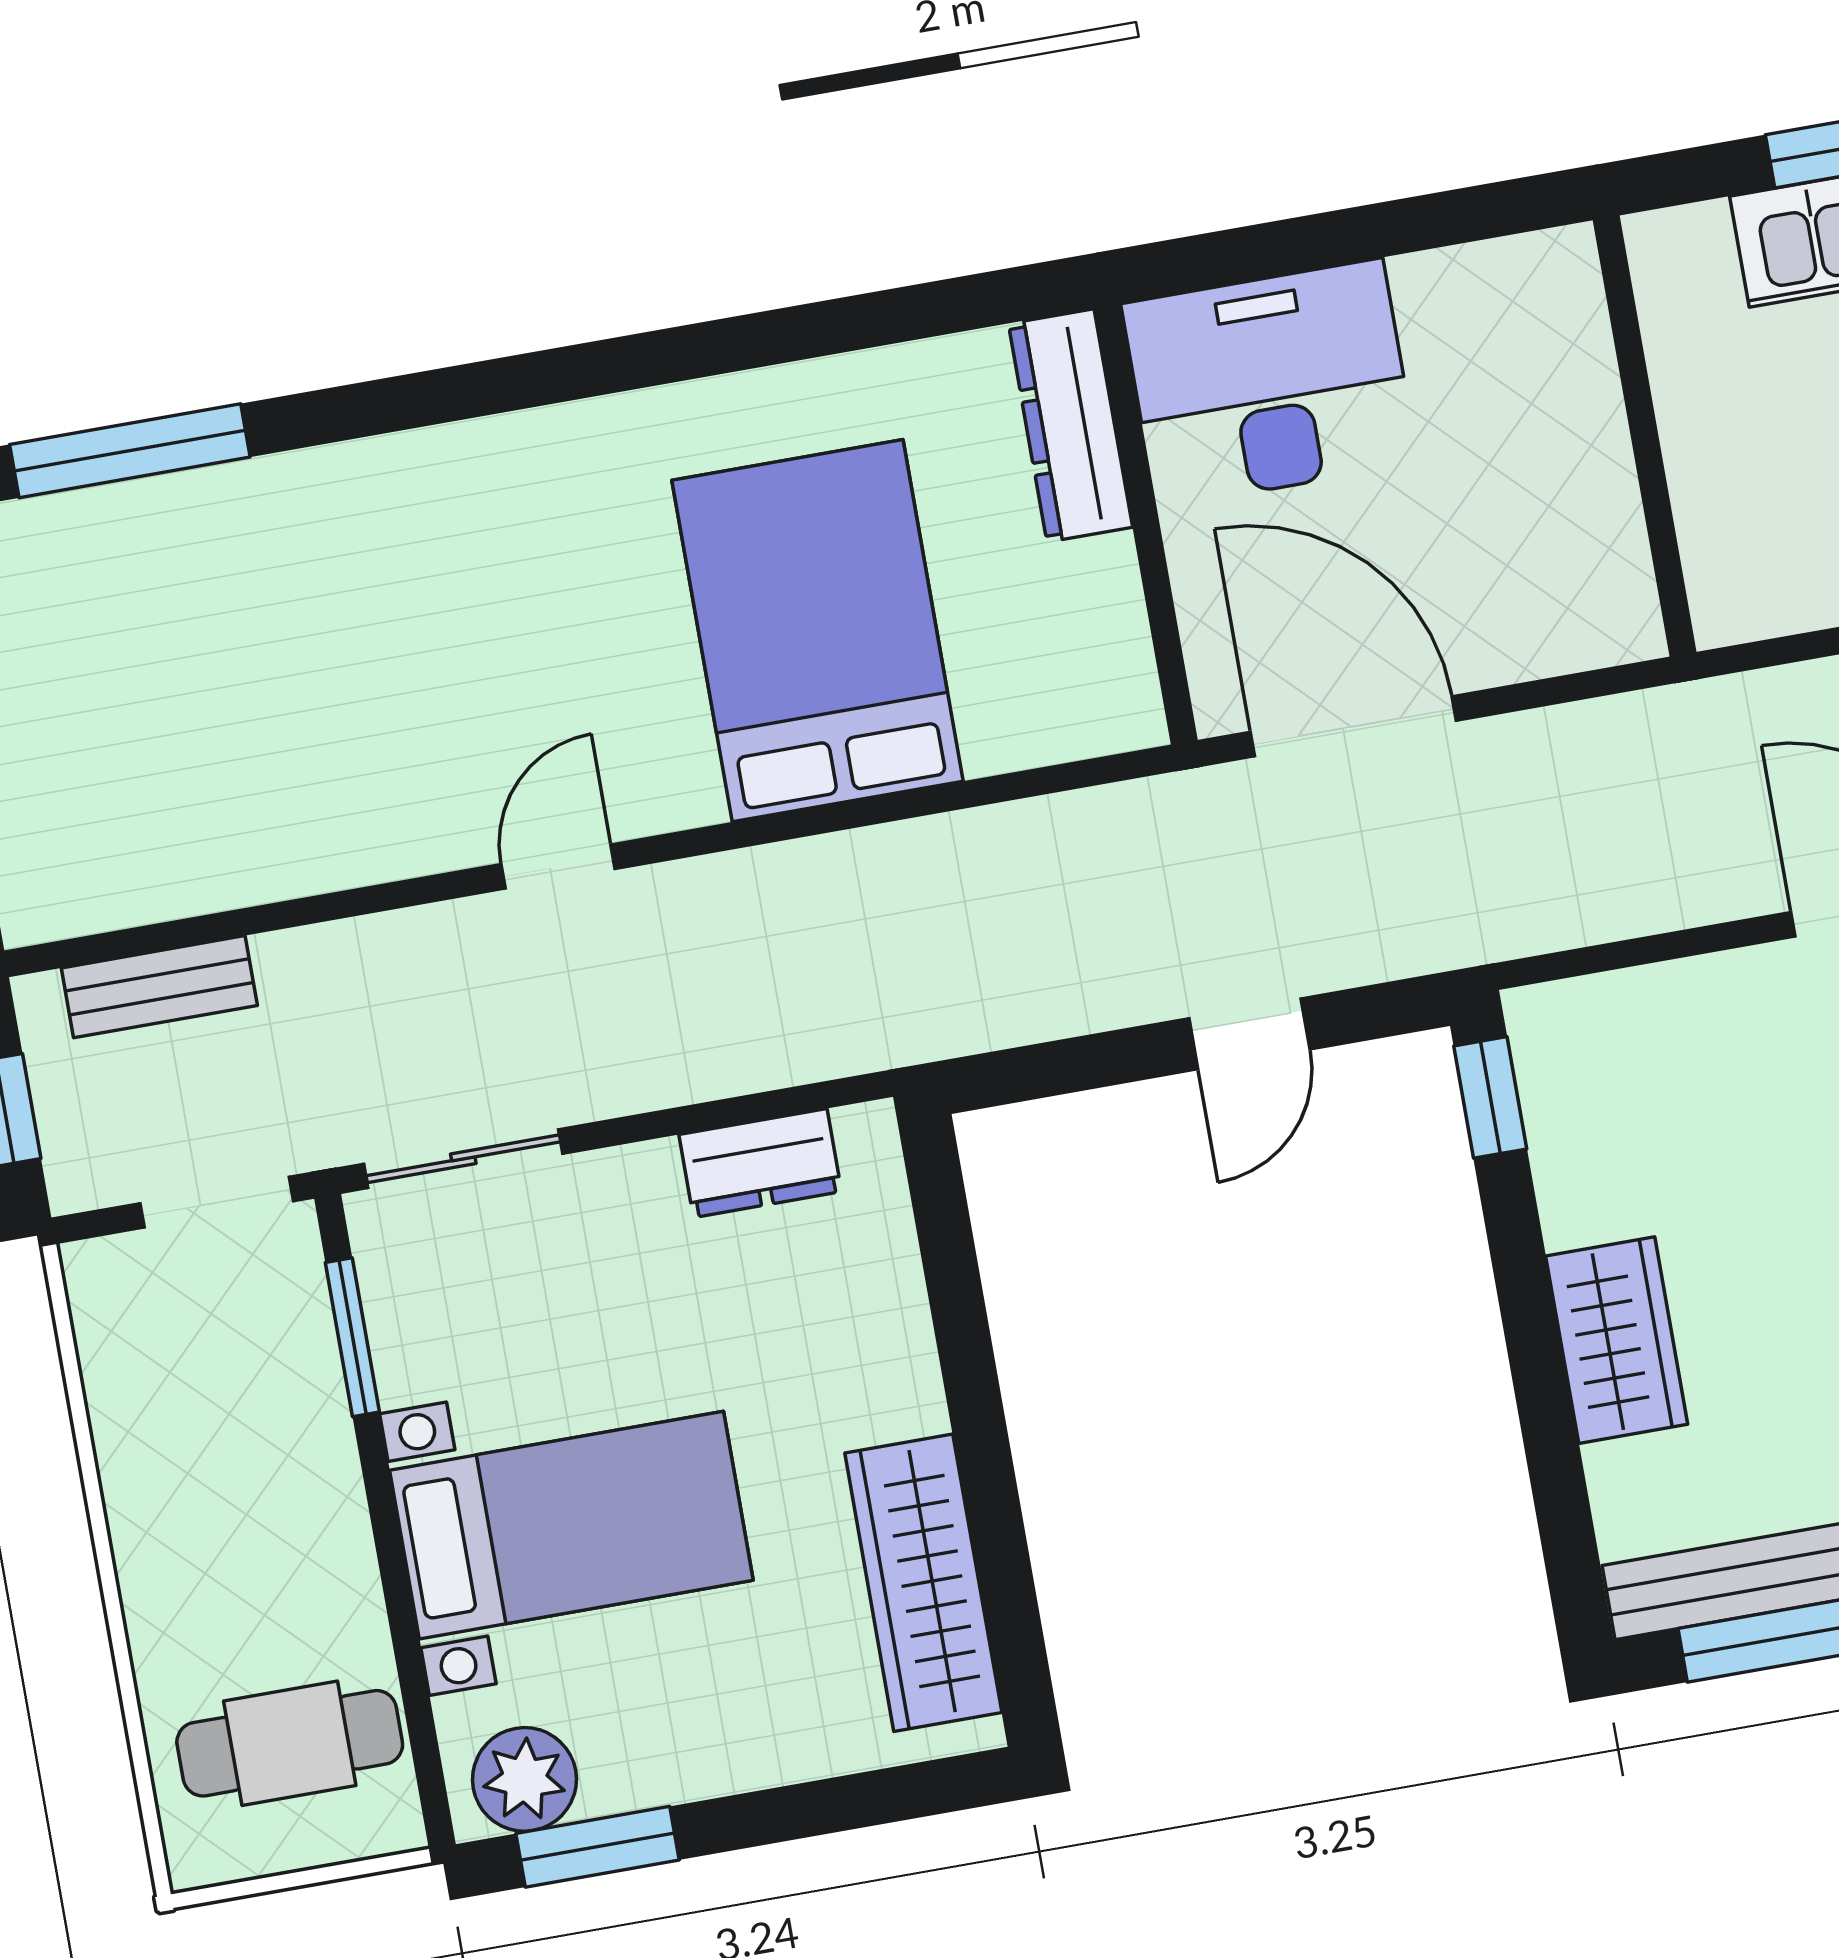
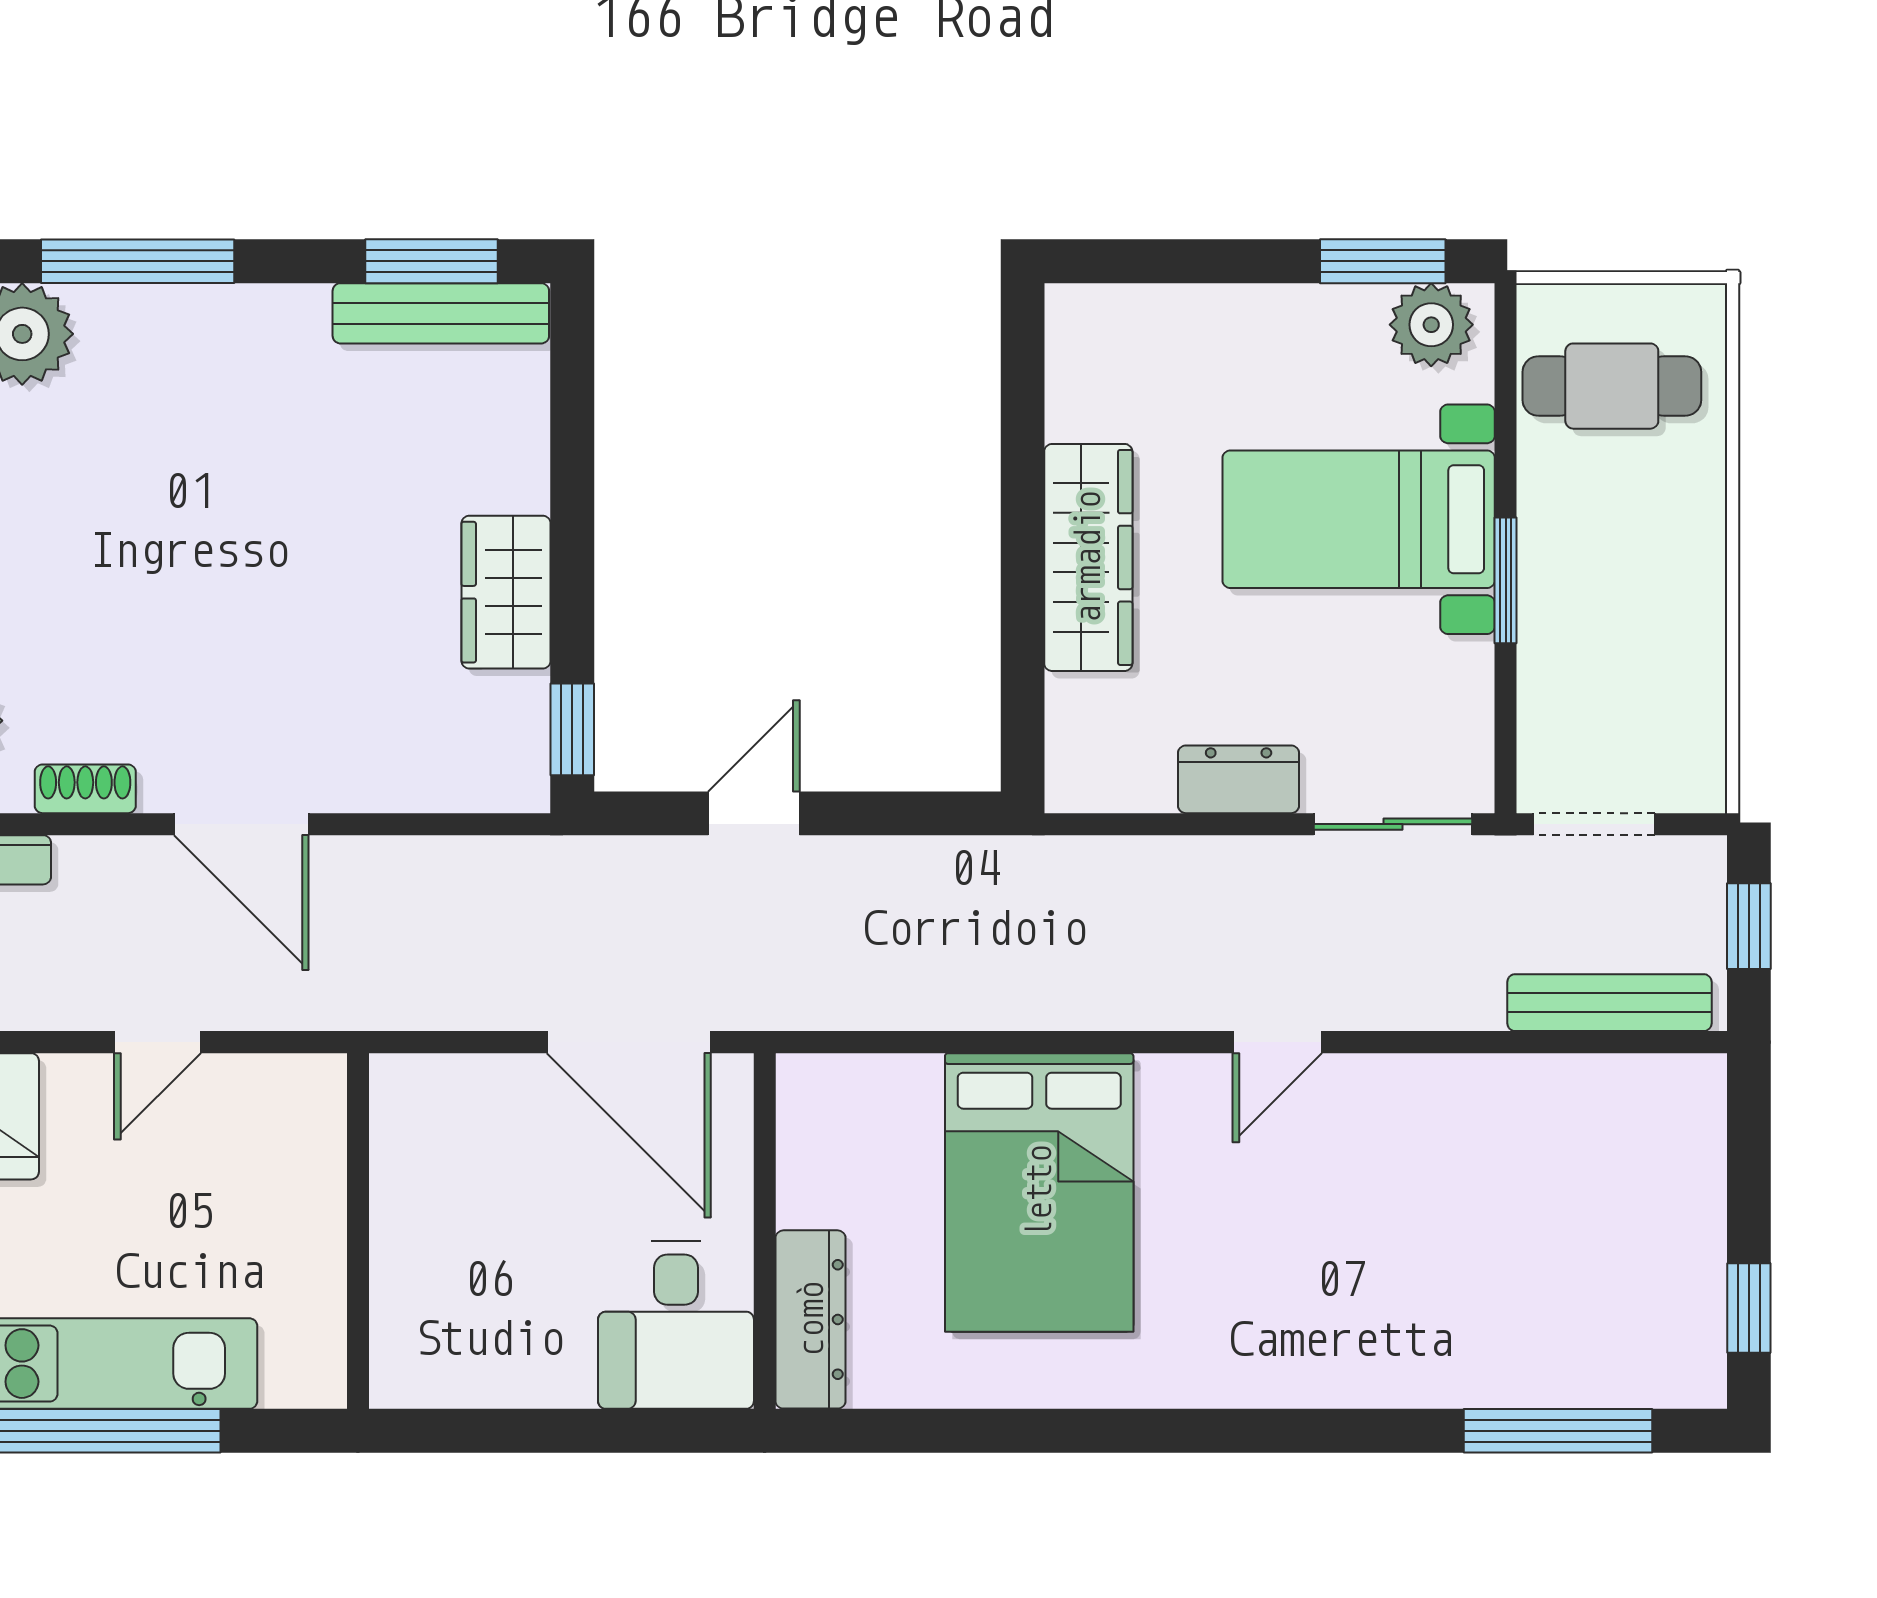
desk: (1270, 383) -> (676, 1325), width x0.73
bench: (159, 987) -> (1609, 1003), width x1.36
dresser: (760, 1163) -> (1239, 779), moved
window: (352, 1337) -> (1506, 580), moved
wardrobe: (1617, 1340) -> (506, 592), moved
wardrobe: (923, 1583) -> (1088, 557), moved

